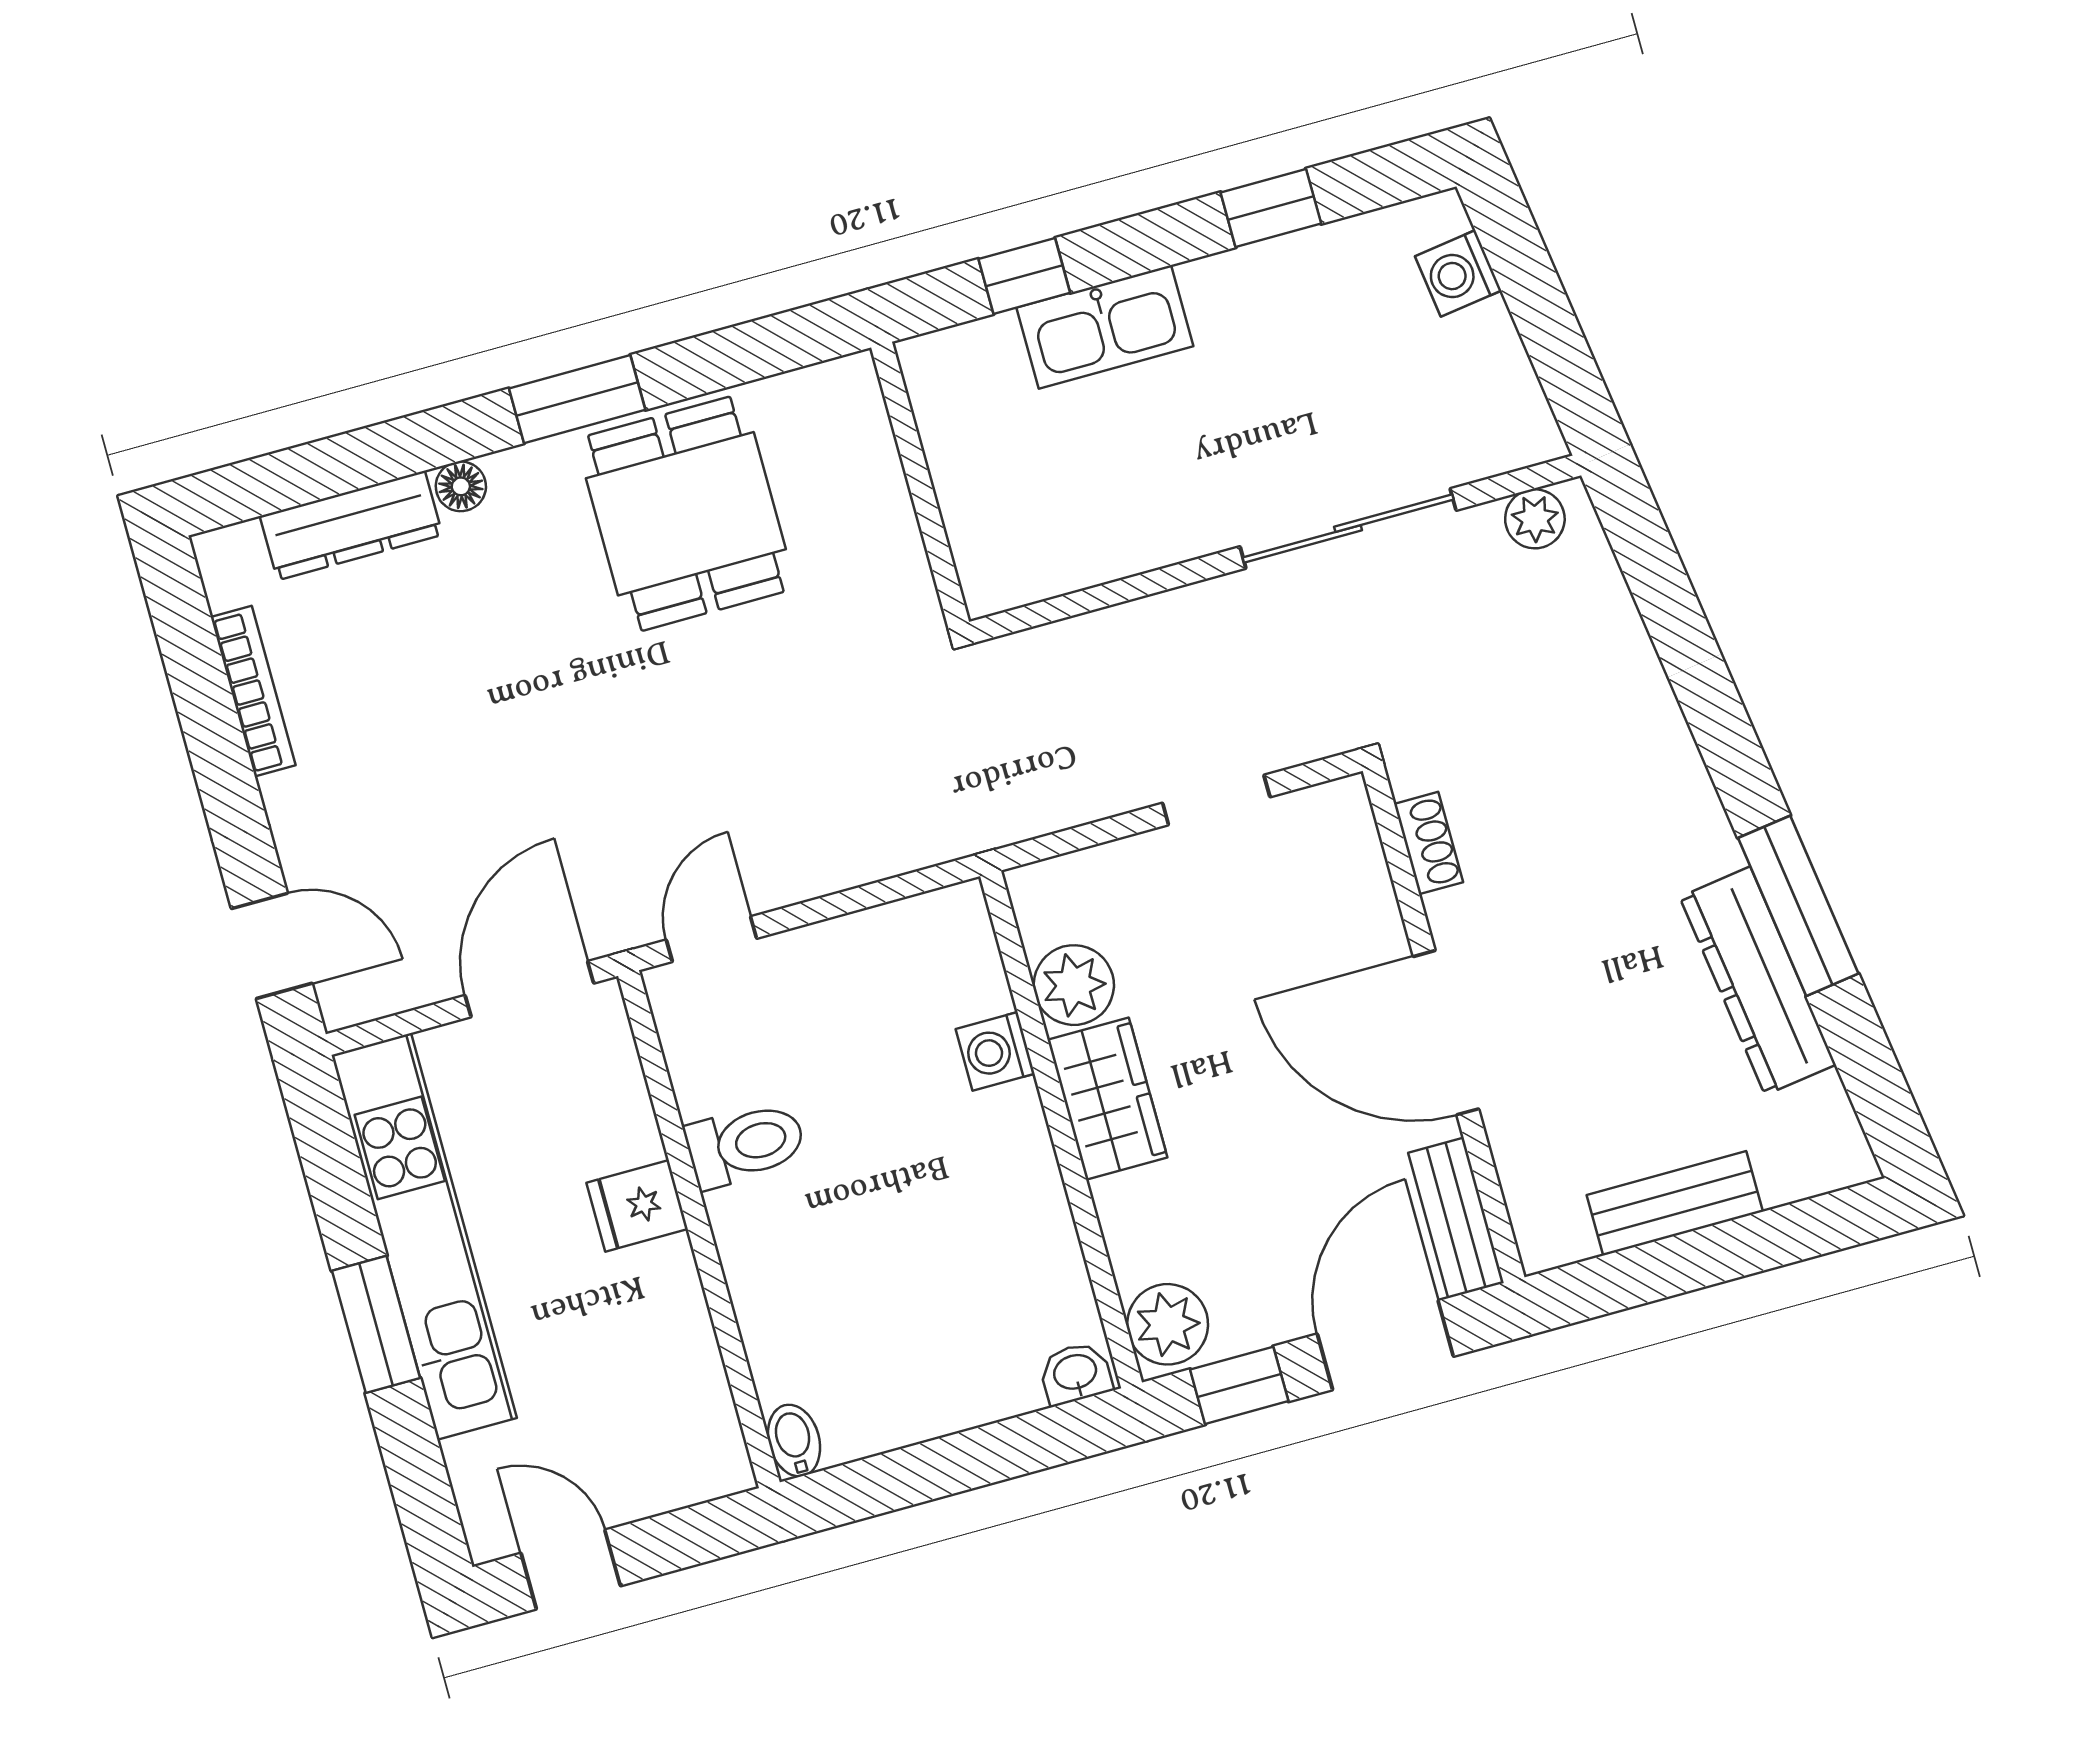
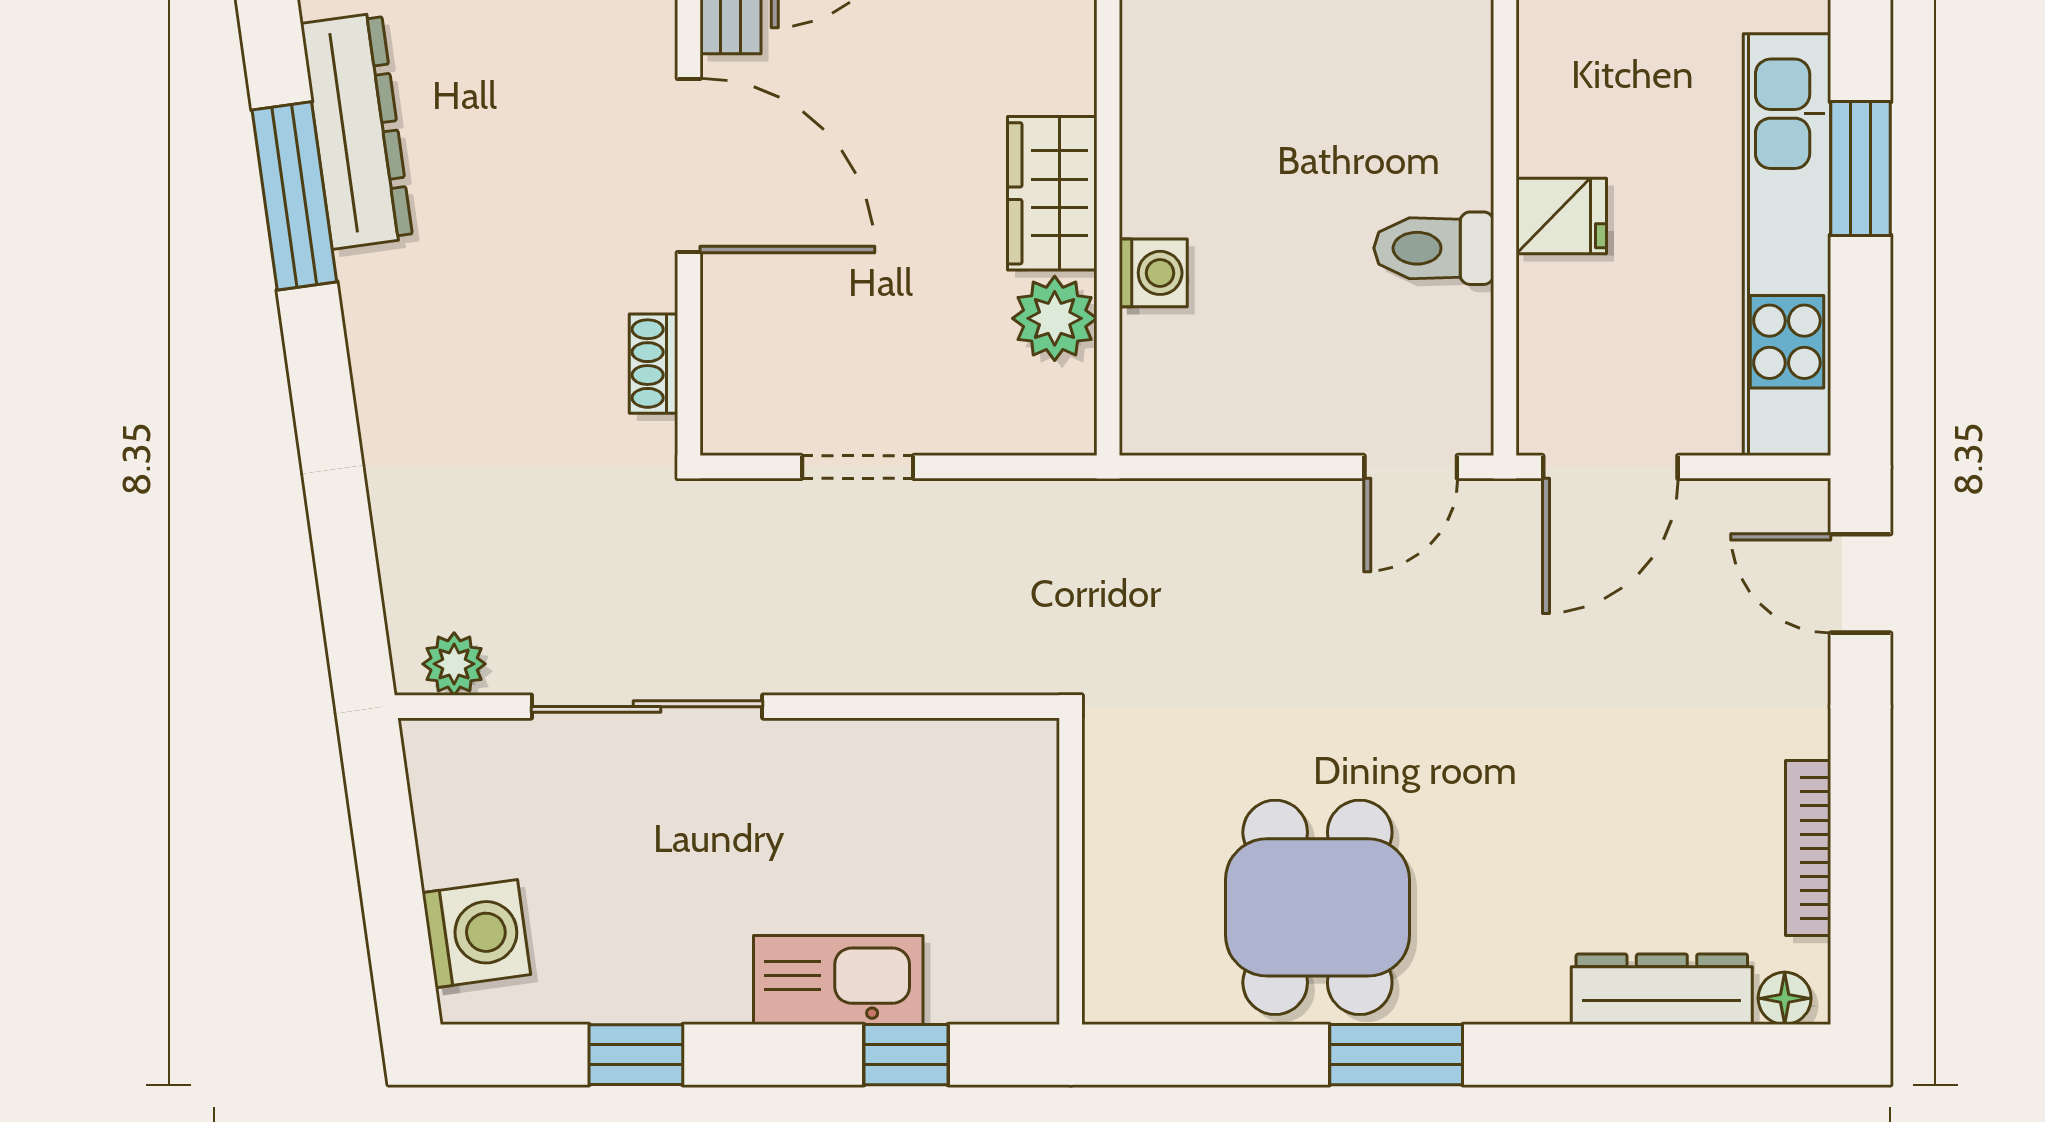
washing machine: (1458, 273) -> (476, 934), width x1.38, depth x1.38
floor lamp: (461, 486) -> (1785, 998), moved

